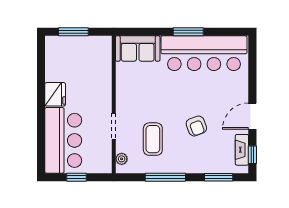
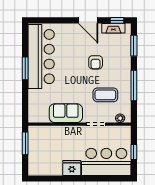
window: (73, 32) -> (25, 143), moved
sofa: (138, 48) -> (66, 113), moved, turned -90
armchair: (196, 126) -> (96, 62), turned 111

